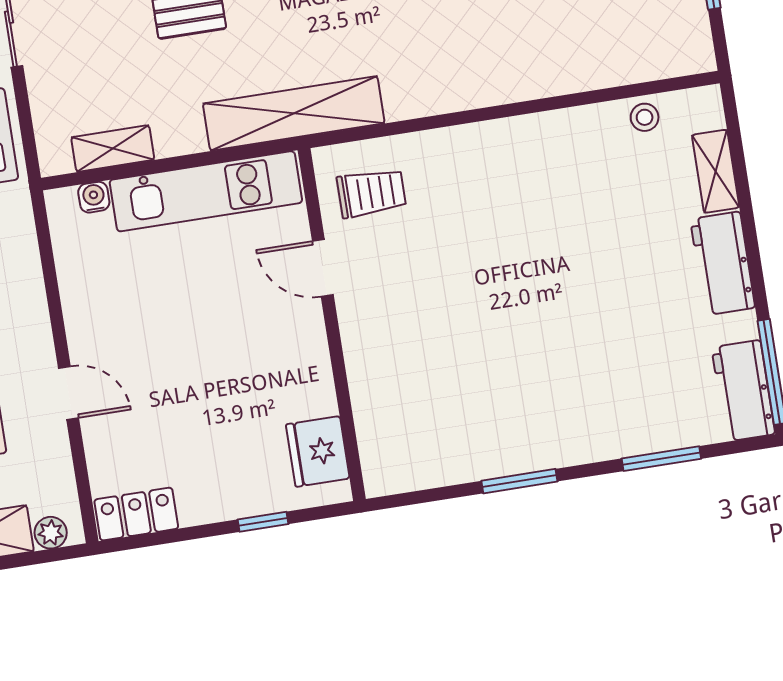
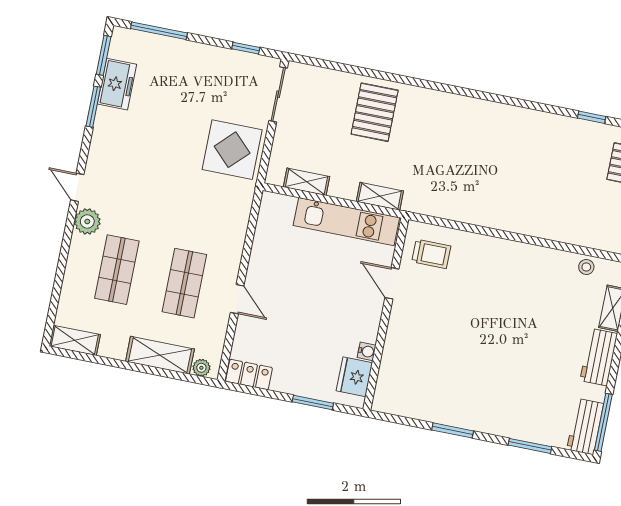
shelving: (294, 113) -> (380, 196), width x0.45, depth x0.75
water cooler: (94, 197) -> (367, 351), moved, turned 90
window: (263, 522) -> (313, 403), width x1.50

